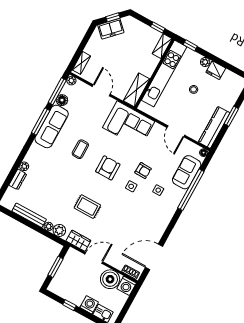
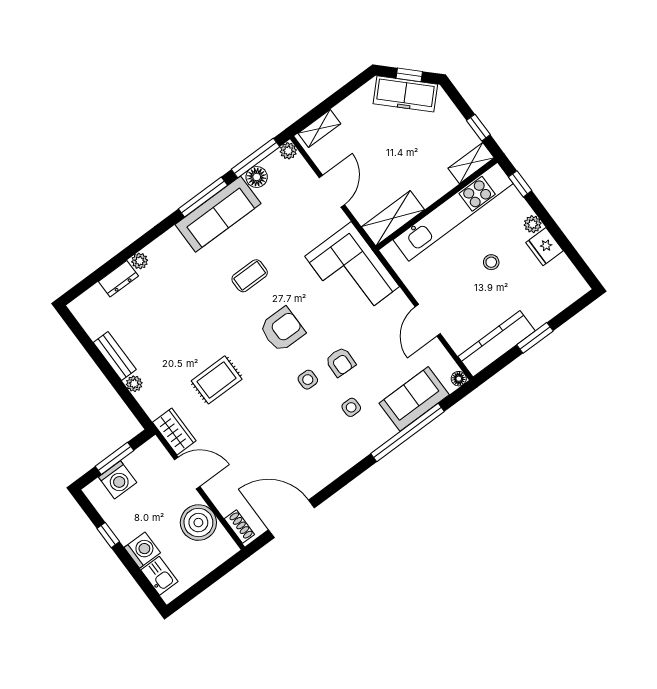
freezer: (111, 29) -> (405, 94), width x1.40
rug: (87, 207) -> (217, 380), turned 90
bench: (29, 215) -> (115, 356), width x0.73
plant: (59, 230) -> (150, 399), removed
washing machine: (127, 286) -> (118, 480), moved, turned -90

